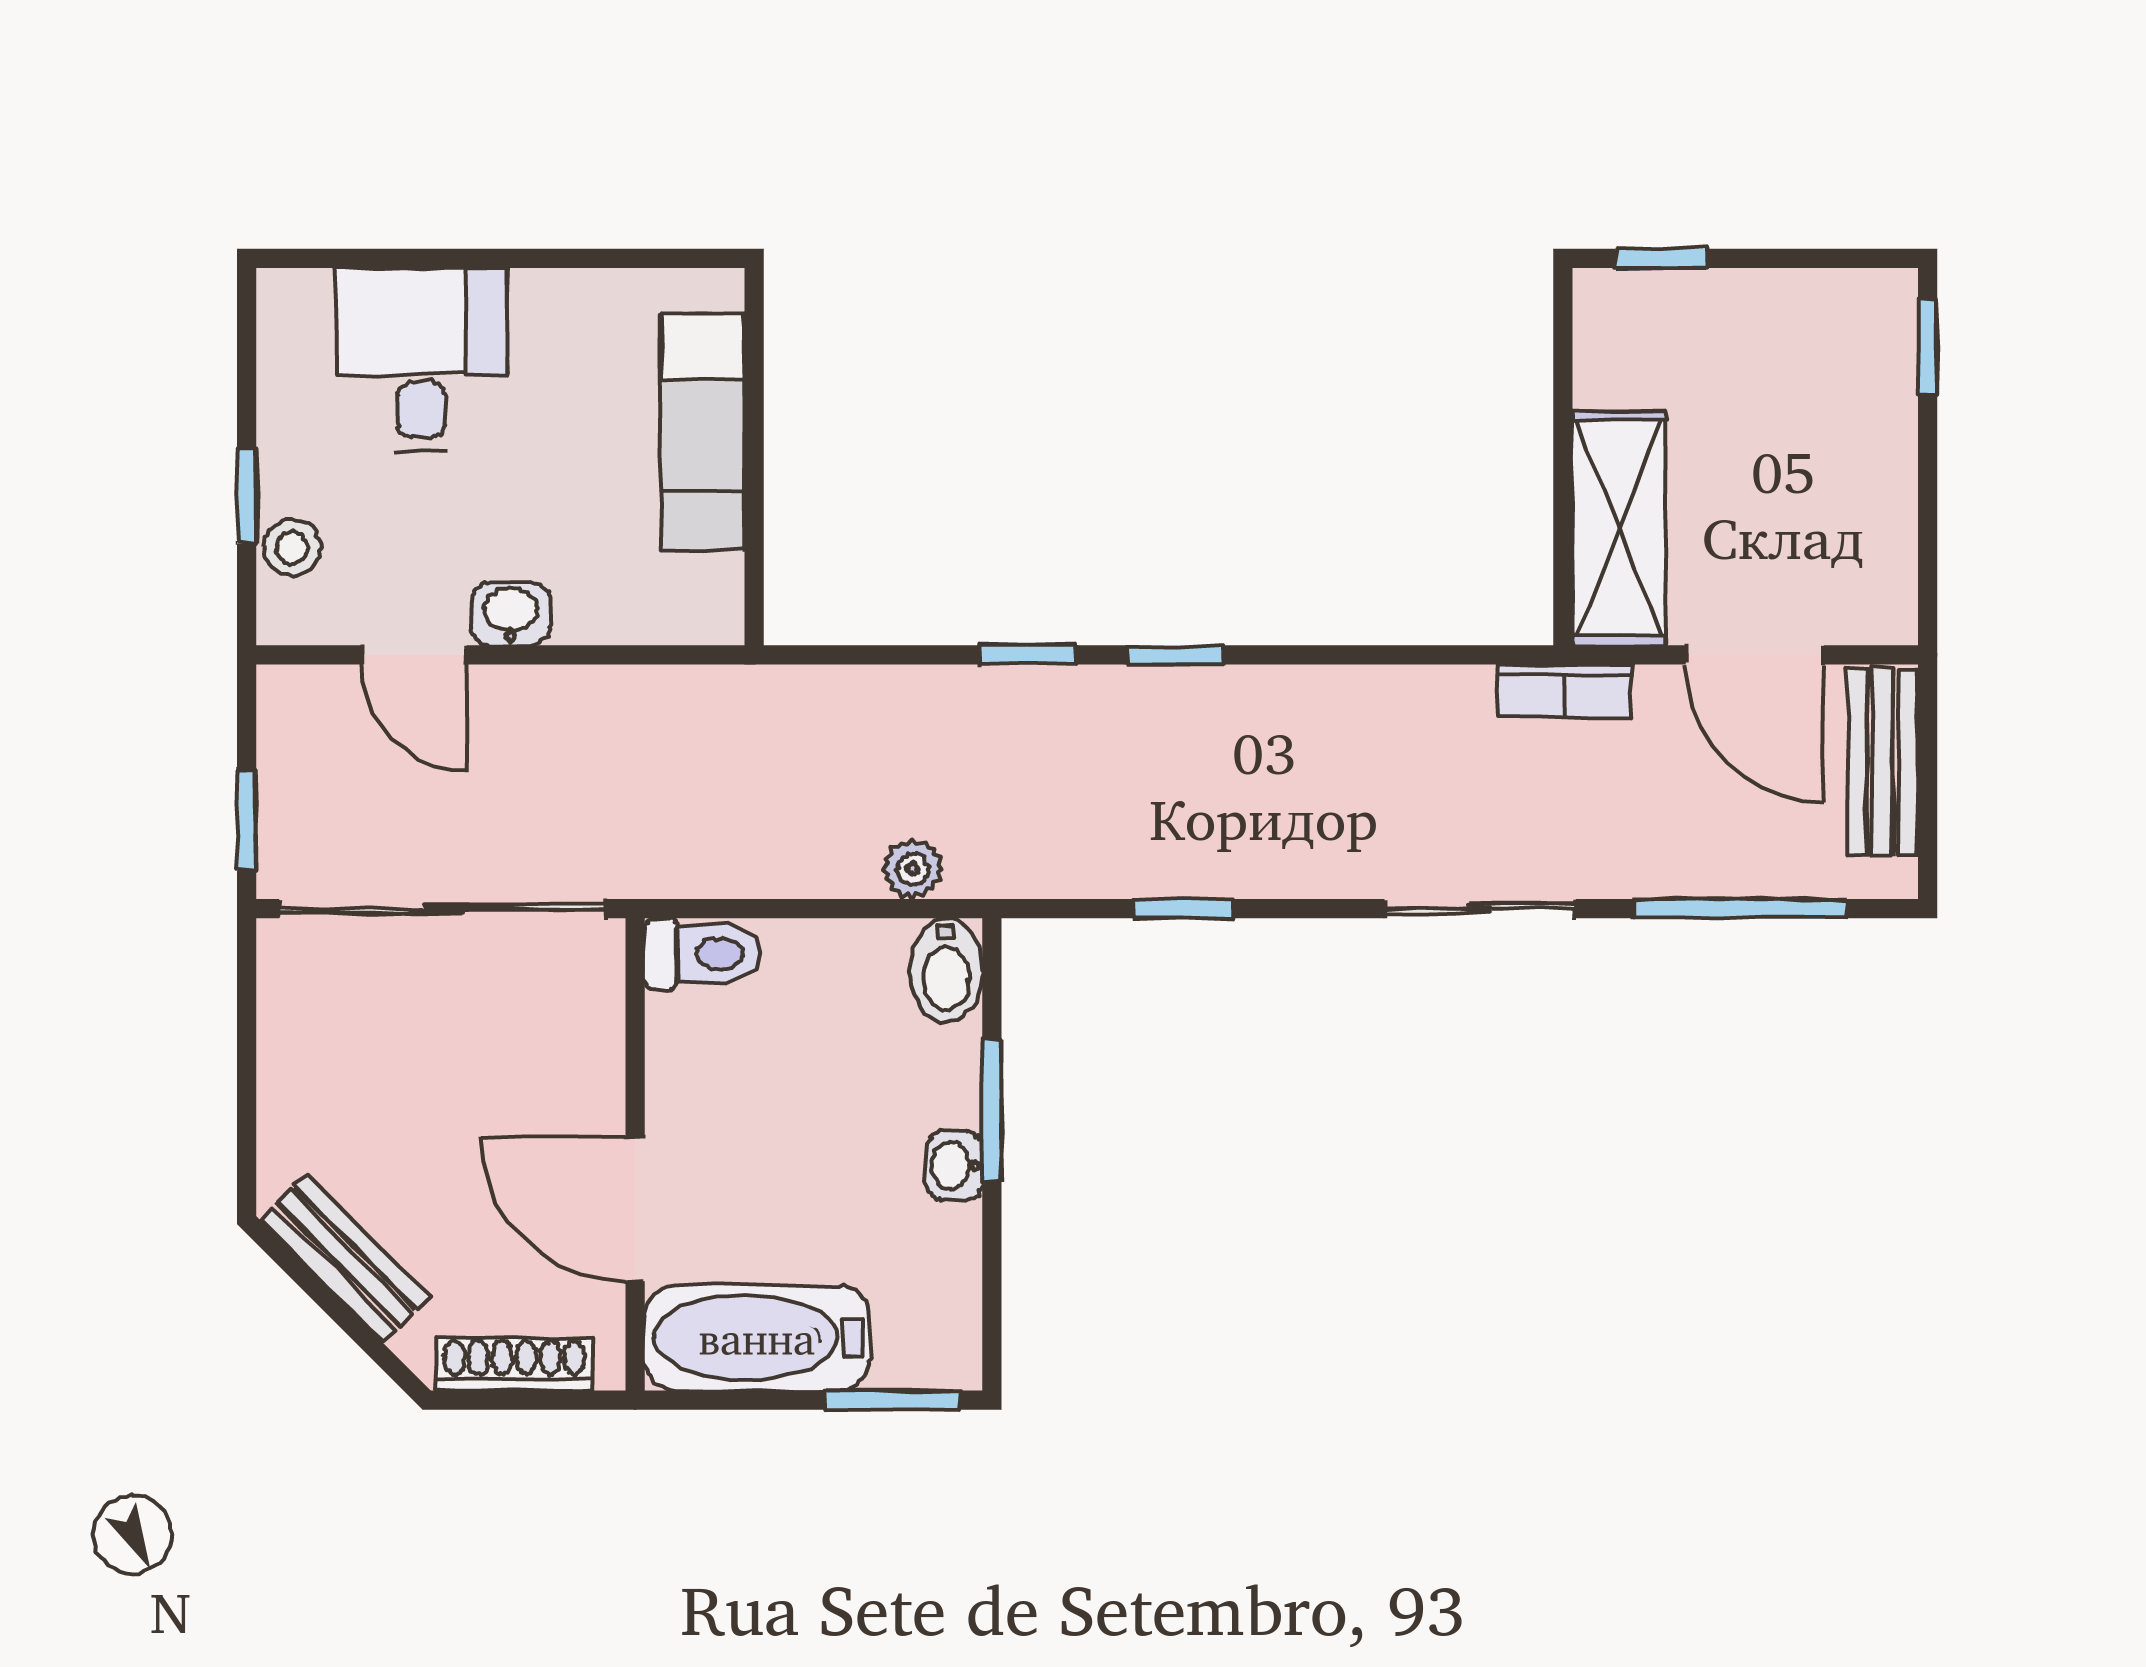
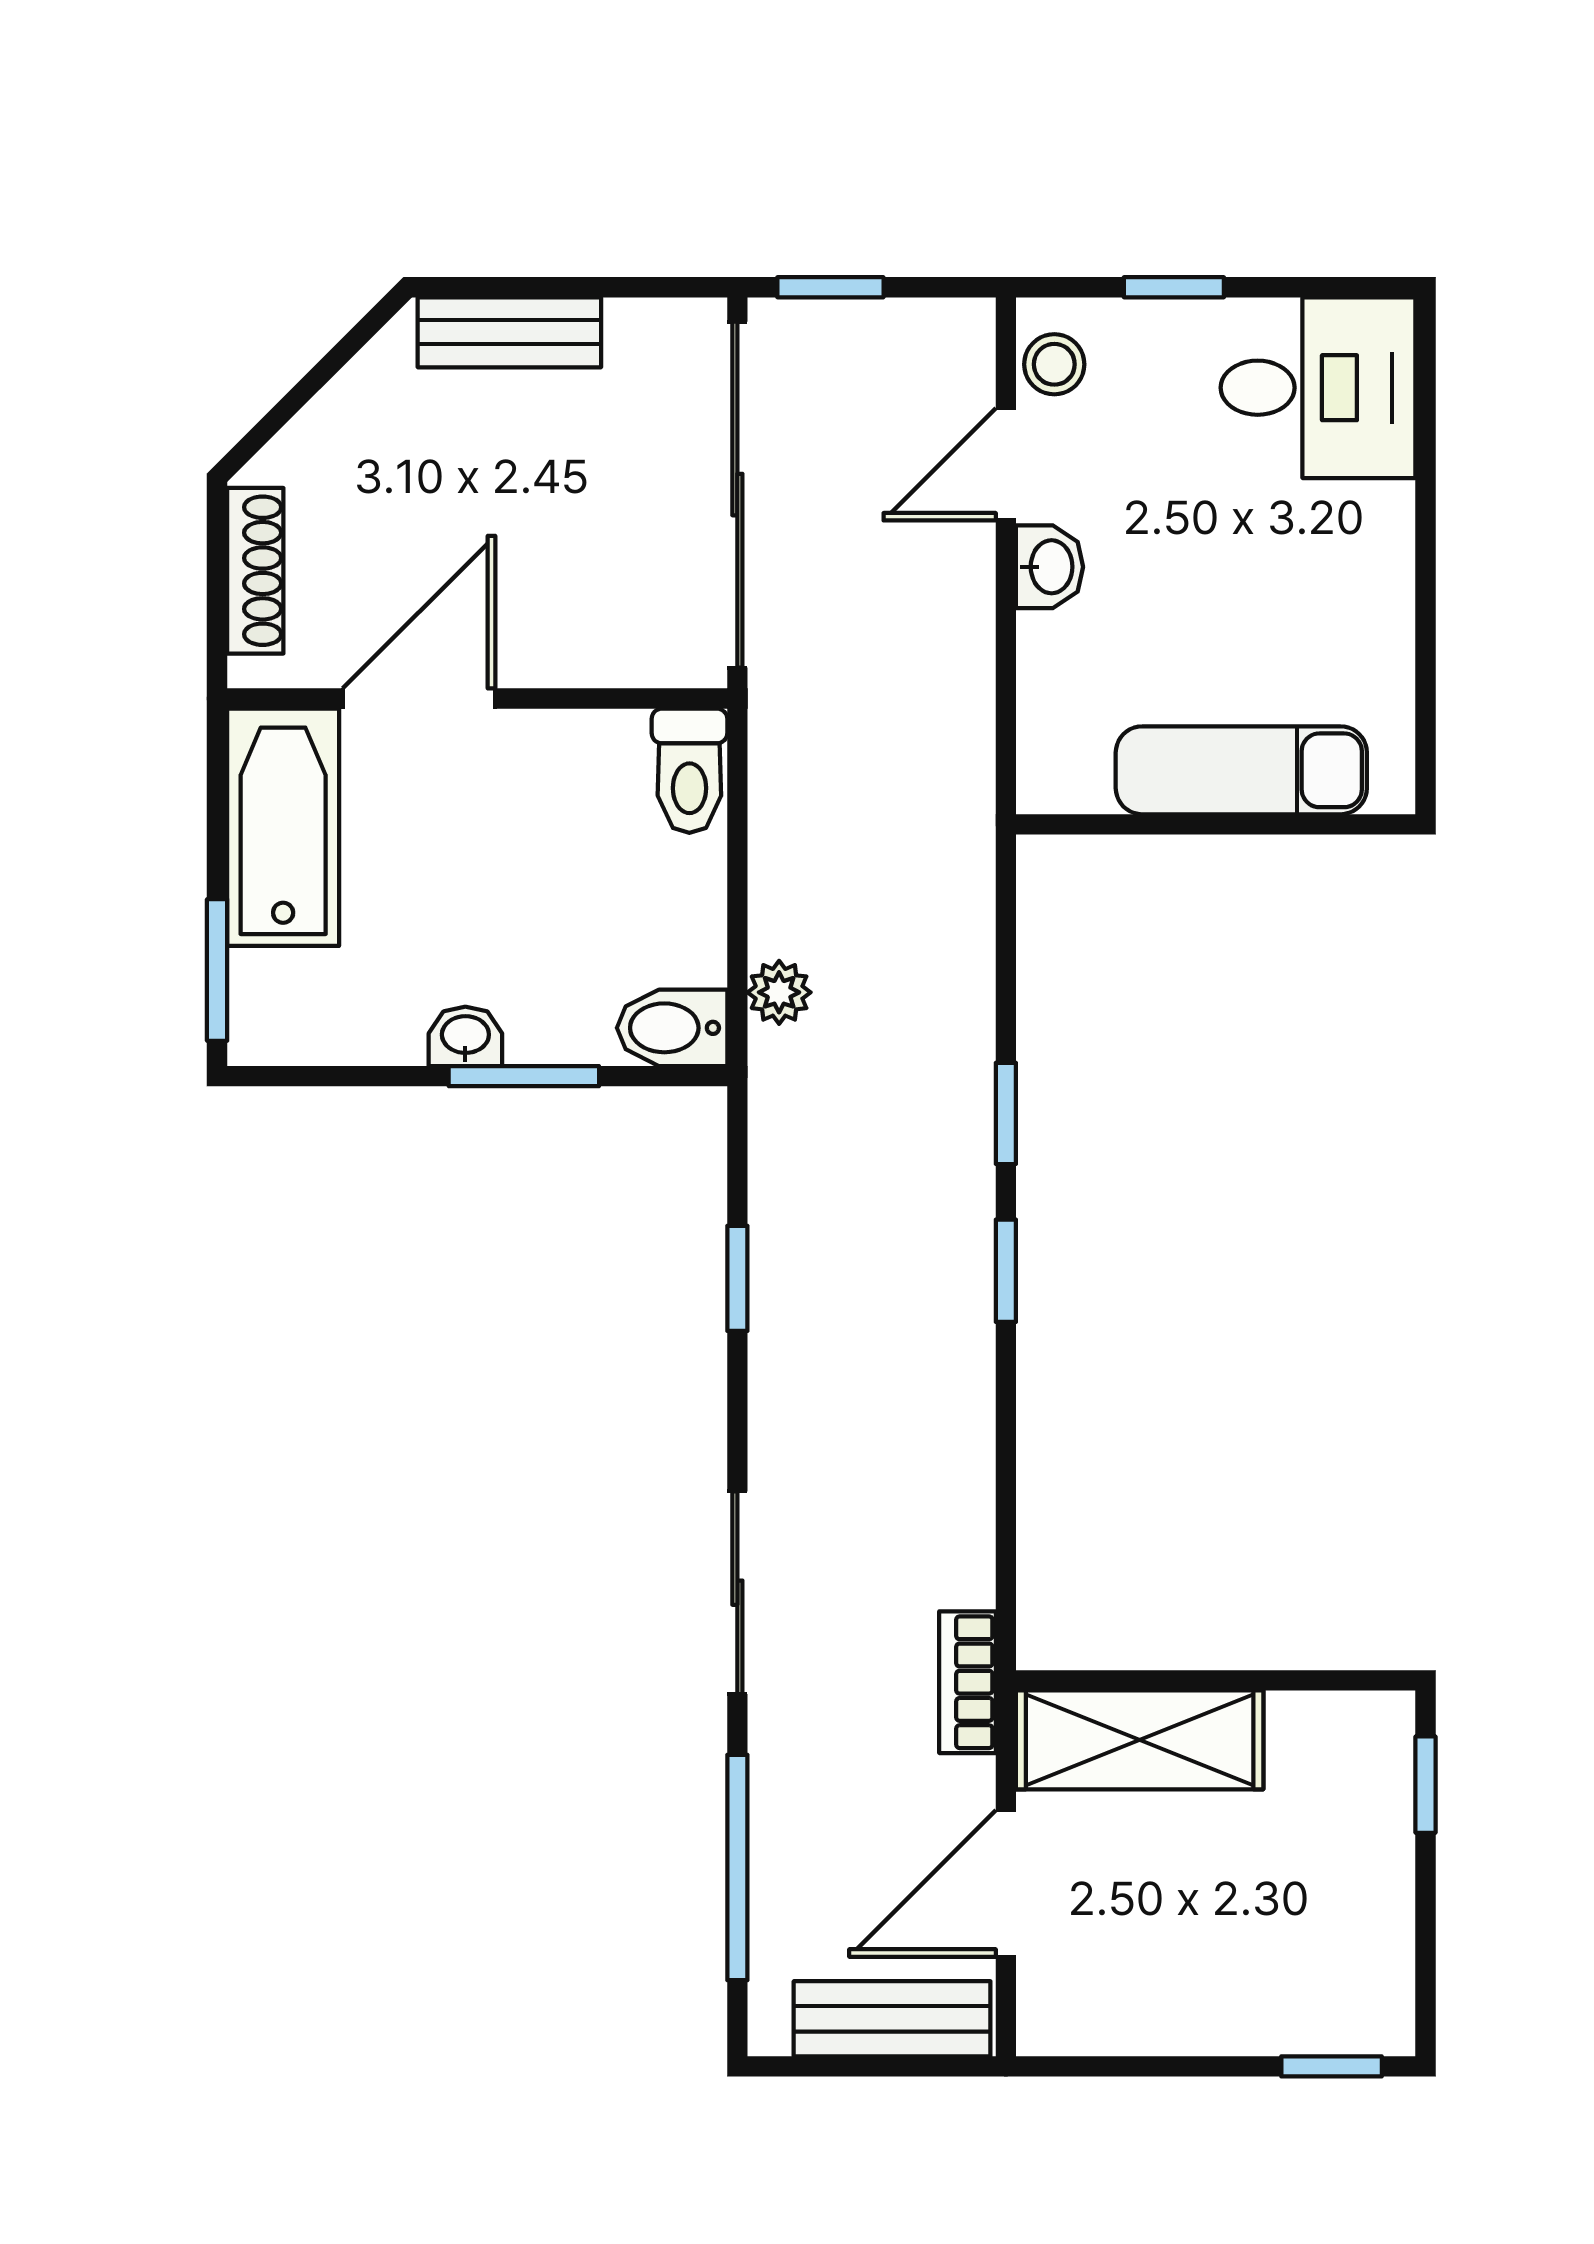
desk: (422, 360) -> (1318, 388), moved
stool: (292, 548) -> (1054, 364), moved
bench: (345, 1258) -> (509, 332), moved, turned 45

